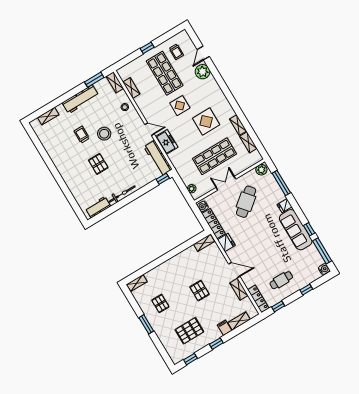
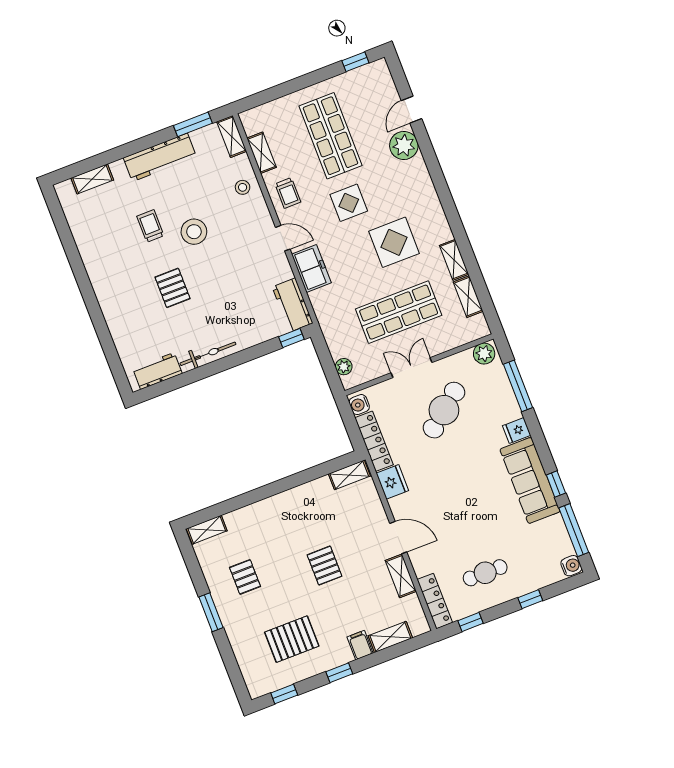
window: (147, 48) -> (355, 62), moved
trolley: (176, 52) -> (288, 193), moved
workbench: (158, 158) -> (292, 305), width x0.73

